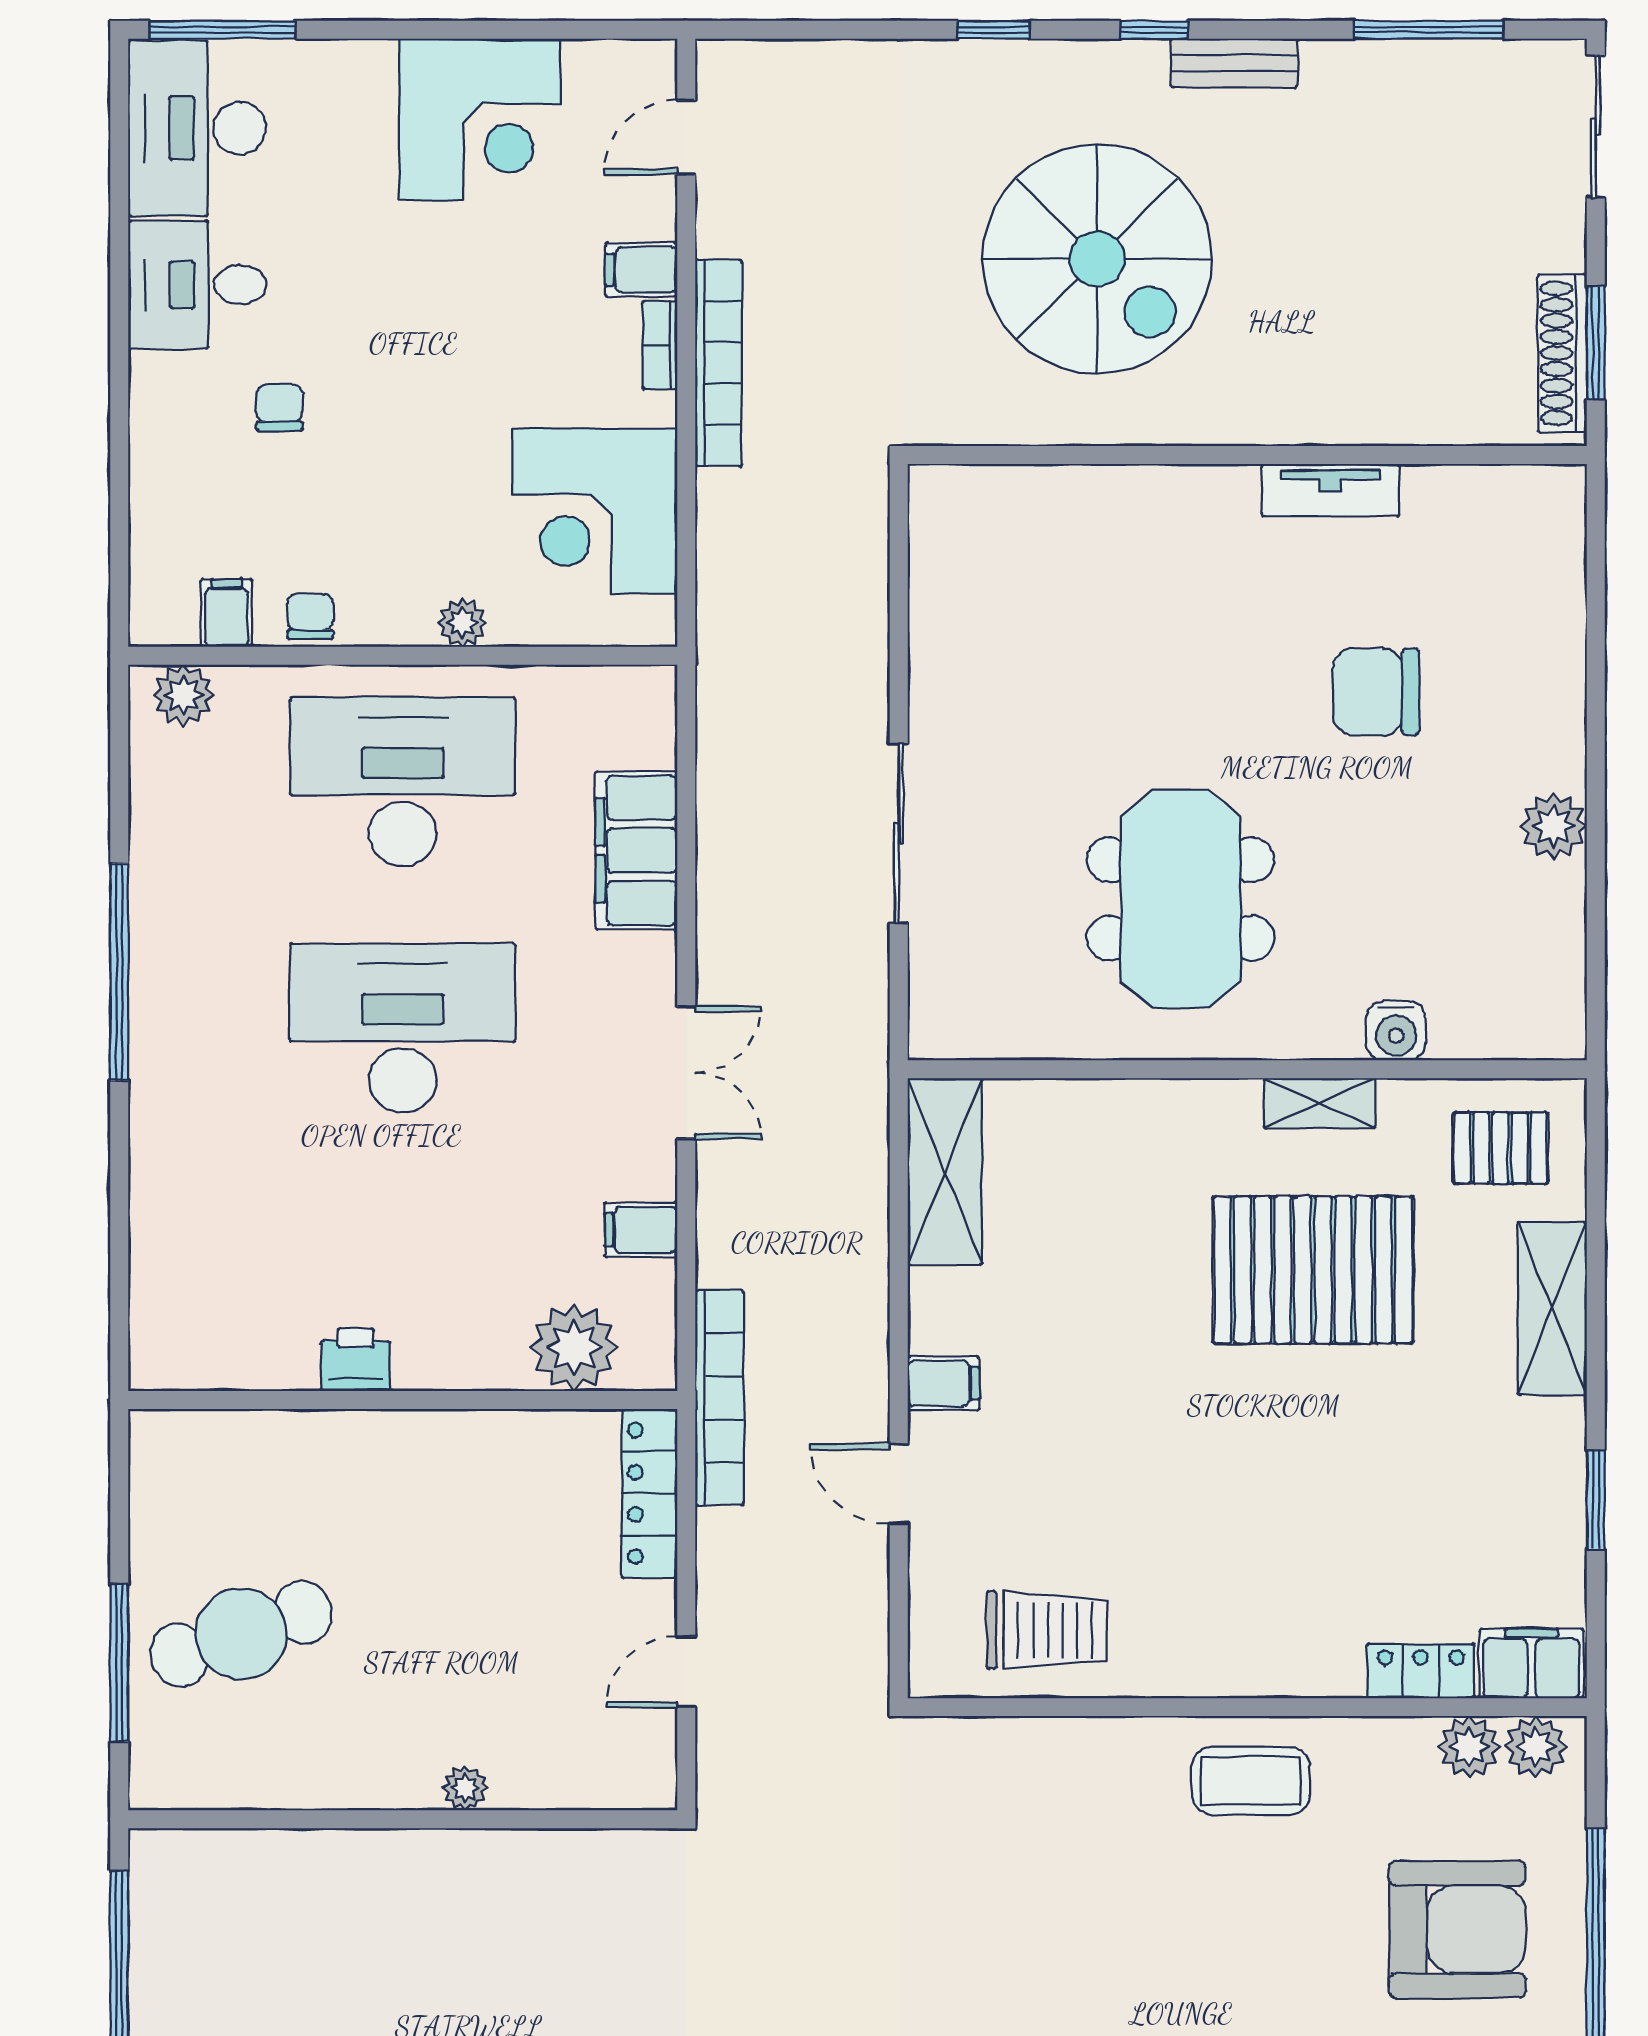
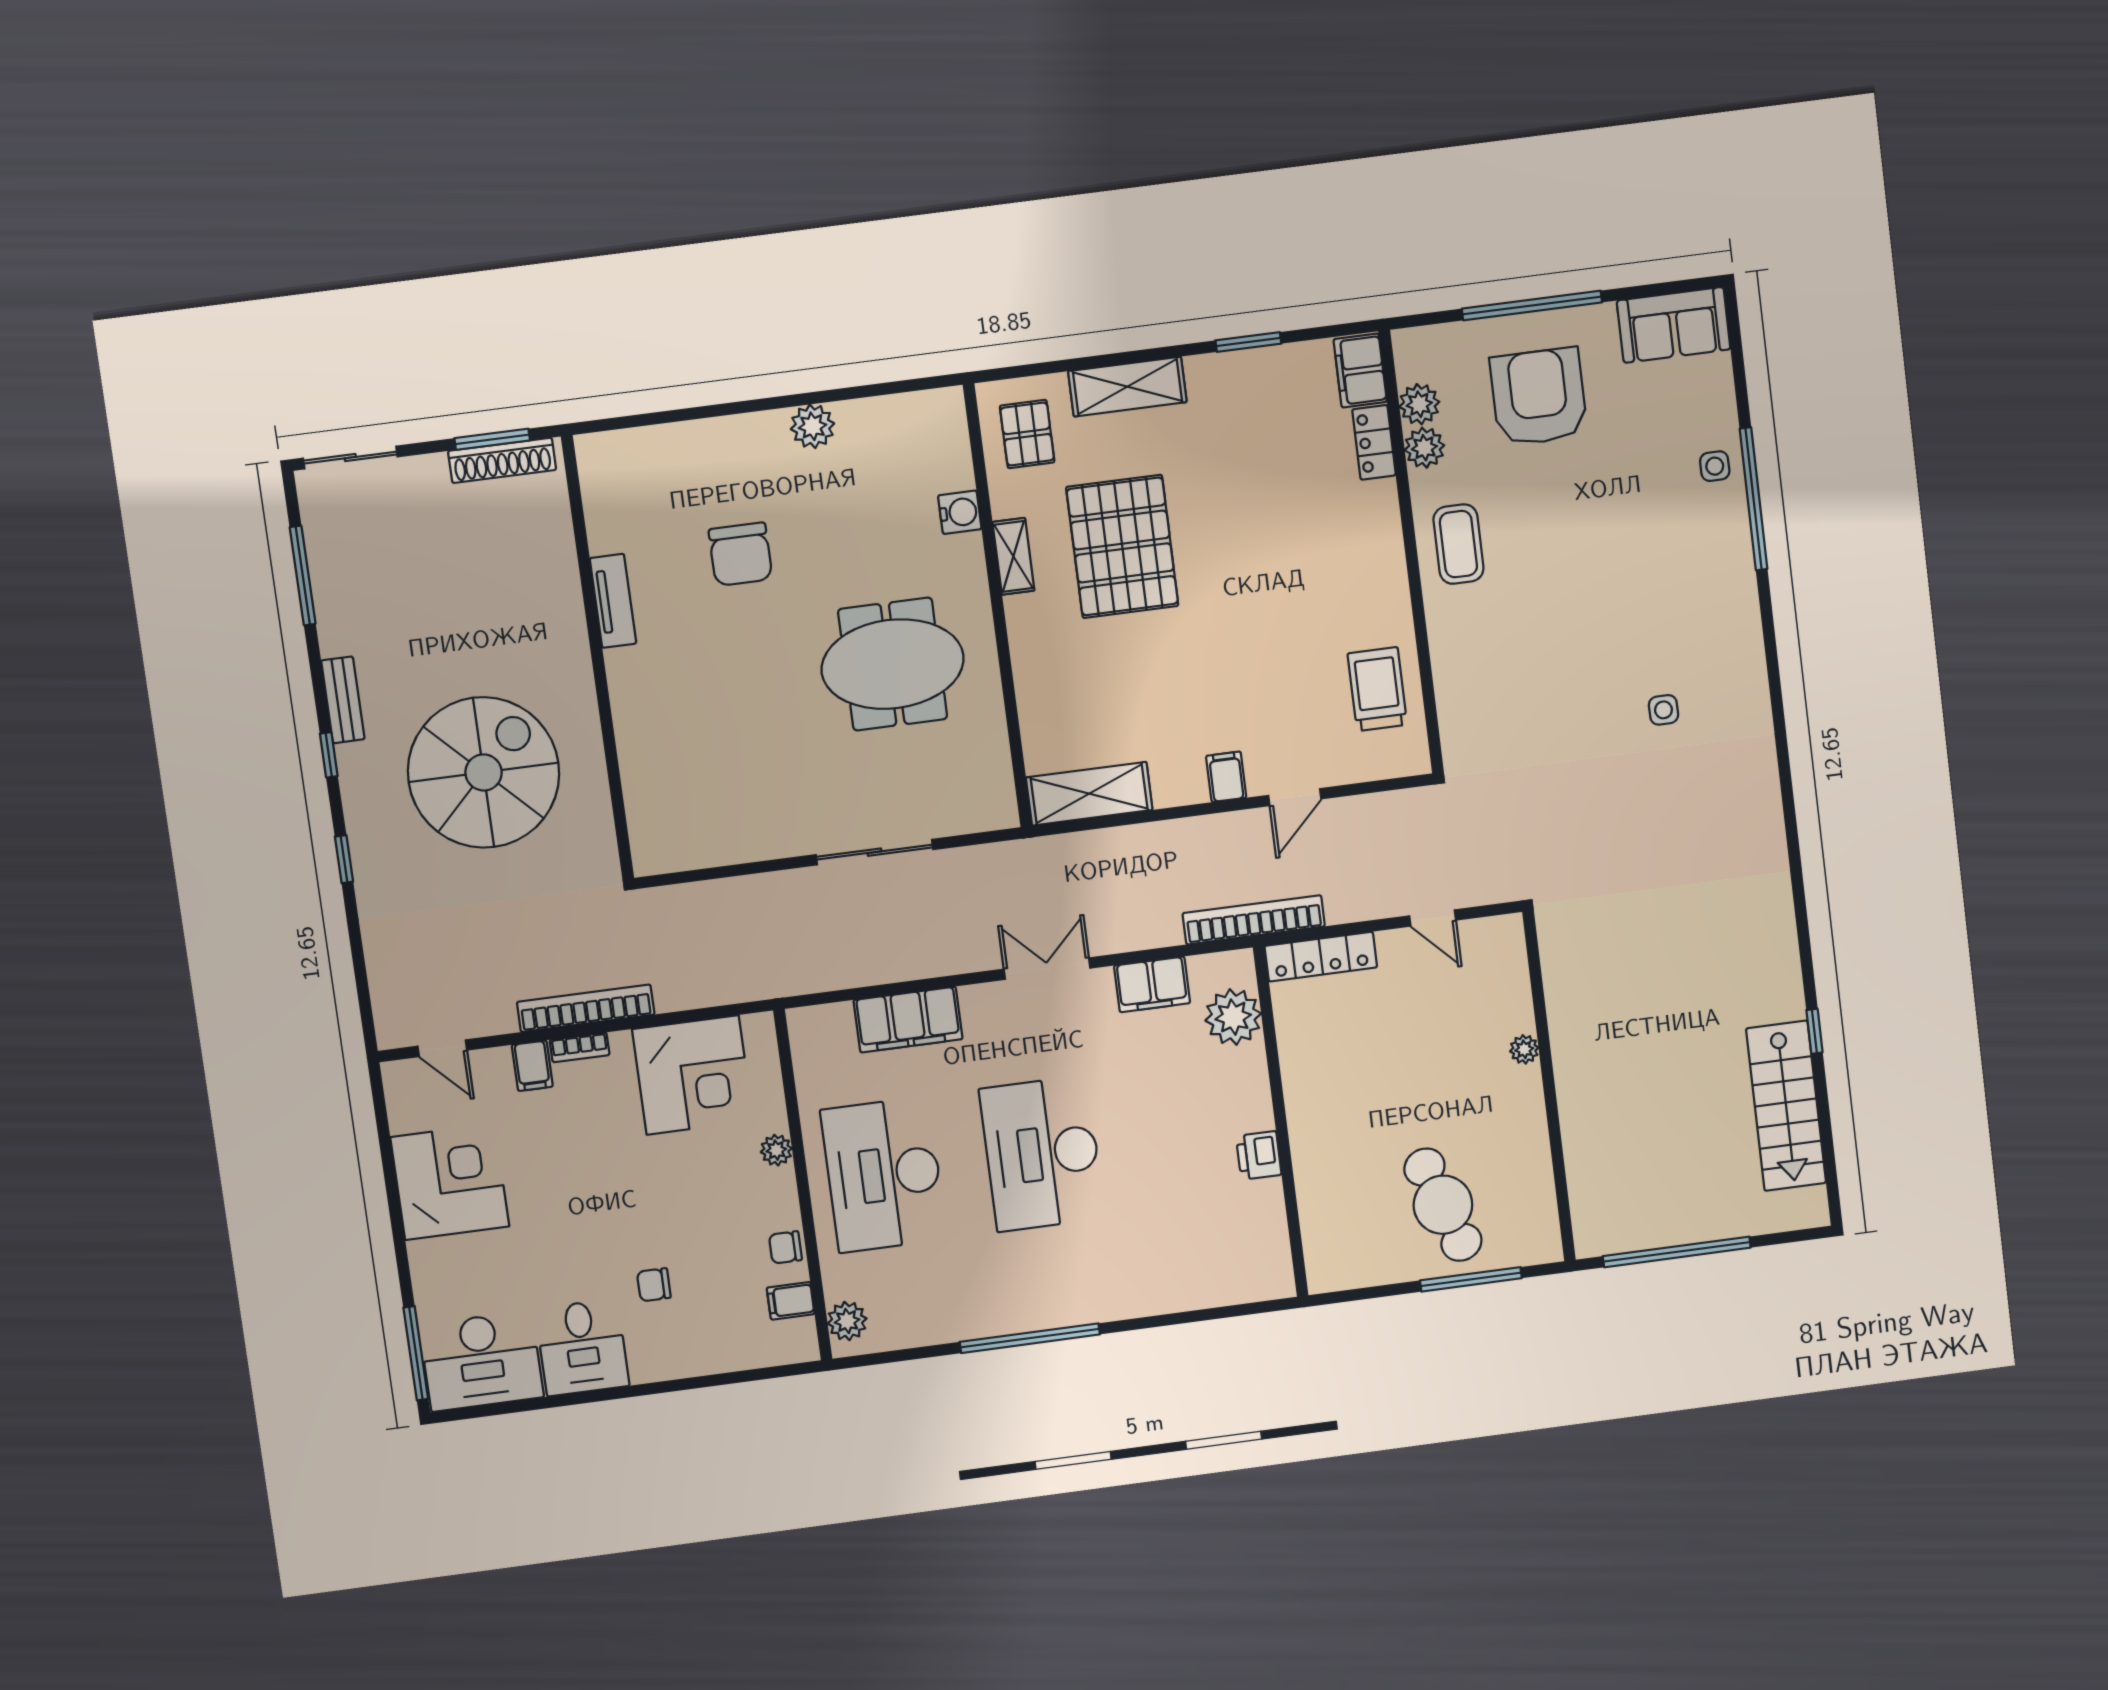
filing cabinet: (641, 1230) -> (1152, 984), width x2.00
plant: (1536, 1747) -> (1424, 448), moved

